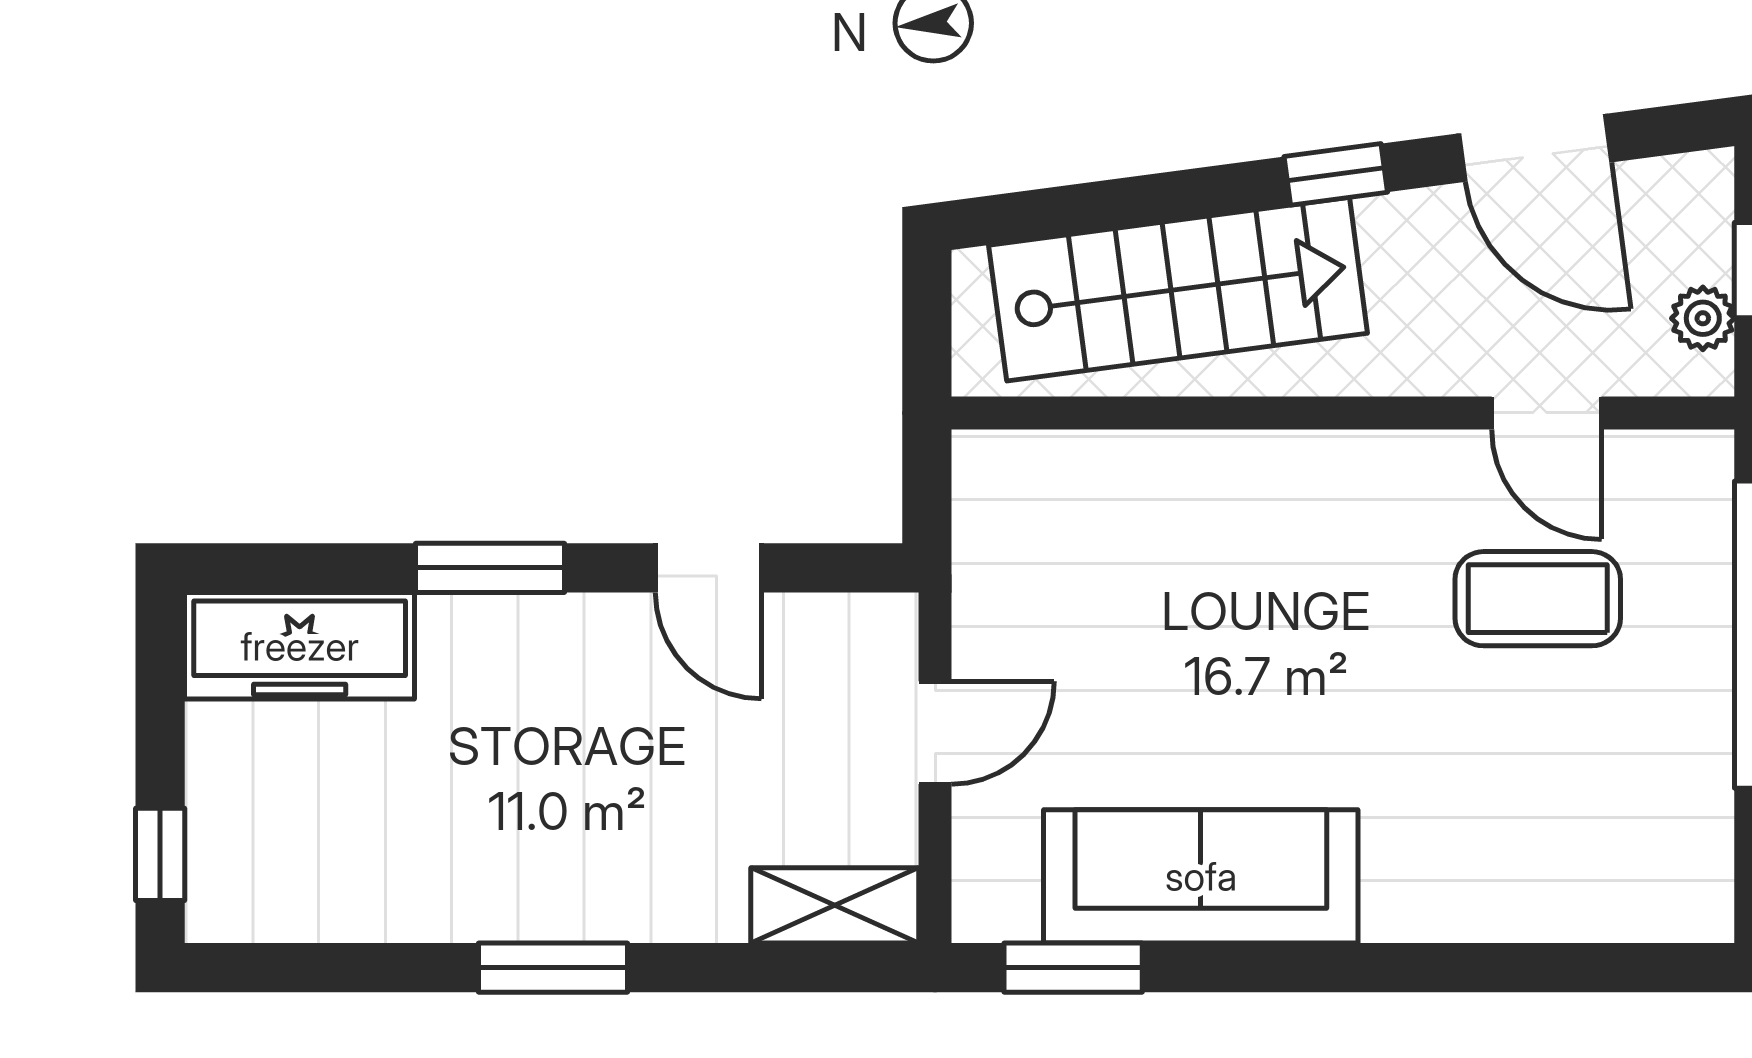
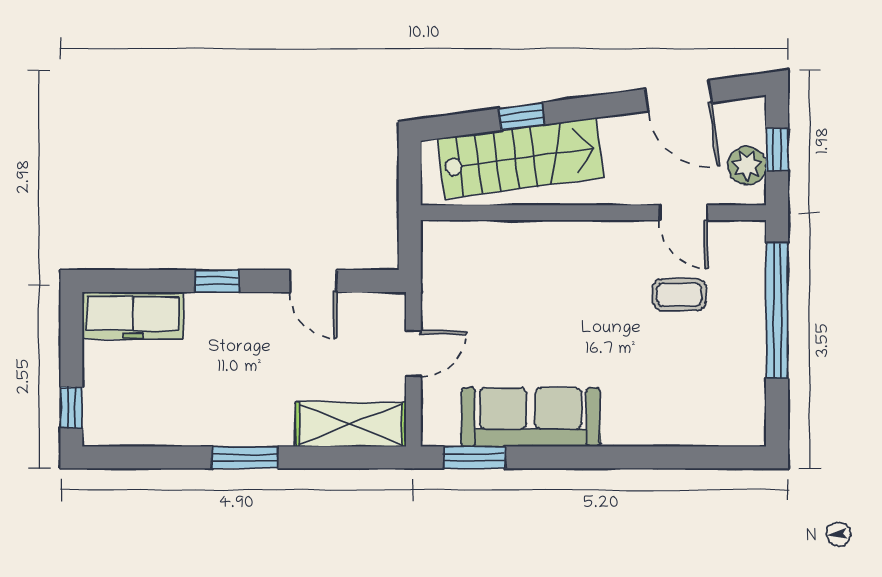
window: (1336, 174) -> (522, 116), moved
plant: (1703, 318) -> (747, 166), width x1.38, depth x1.38
window: (490, 568) -> (217, 281), width x0.67
coffee table: (1538, 599) -> (679, 295), width x0.73, depth x0.77
shelving: (835, 905) -> (351, 424), width x1.50, depth x1.33

